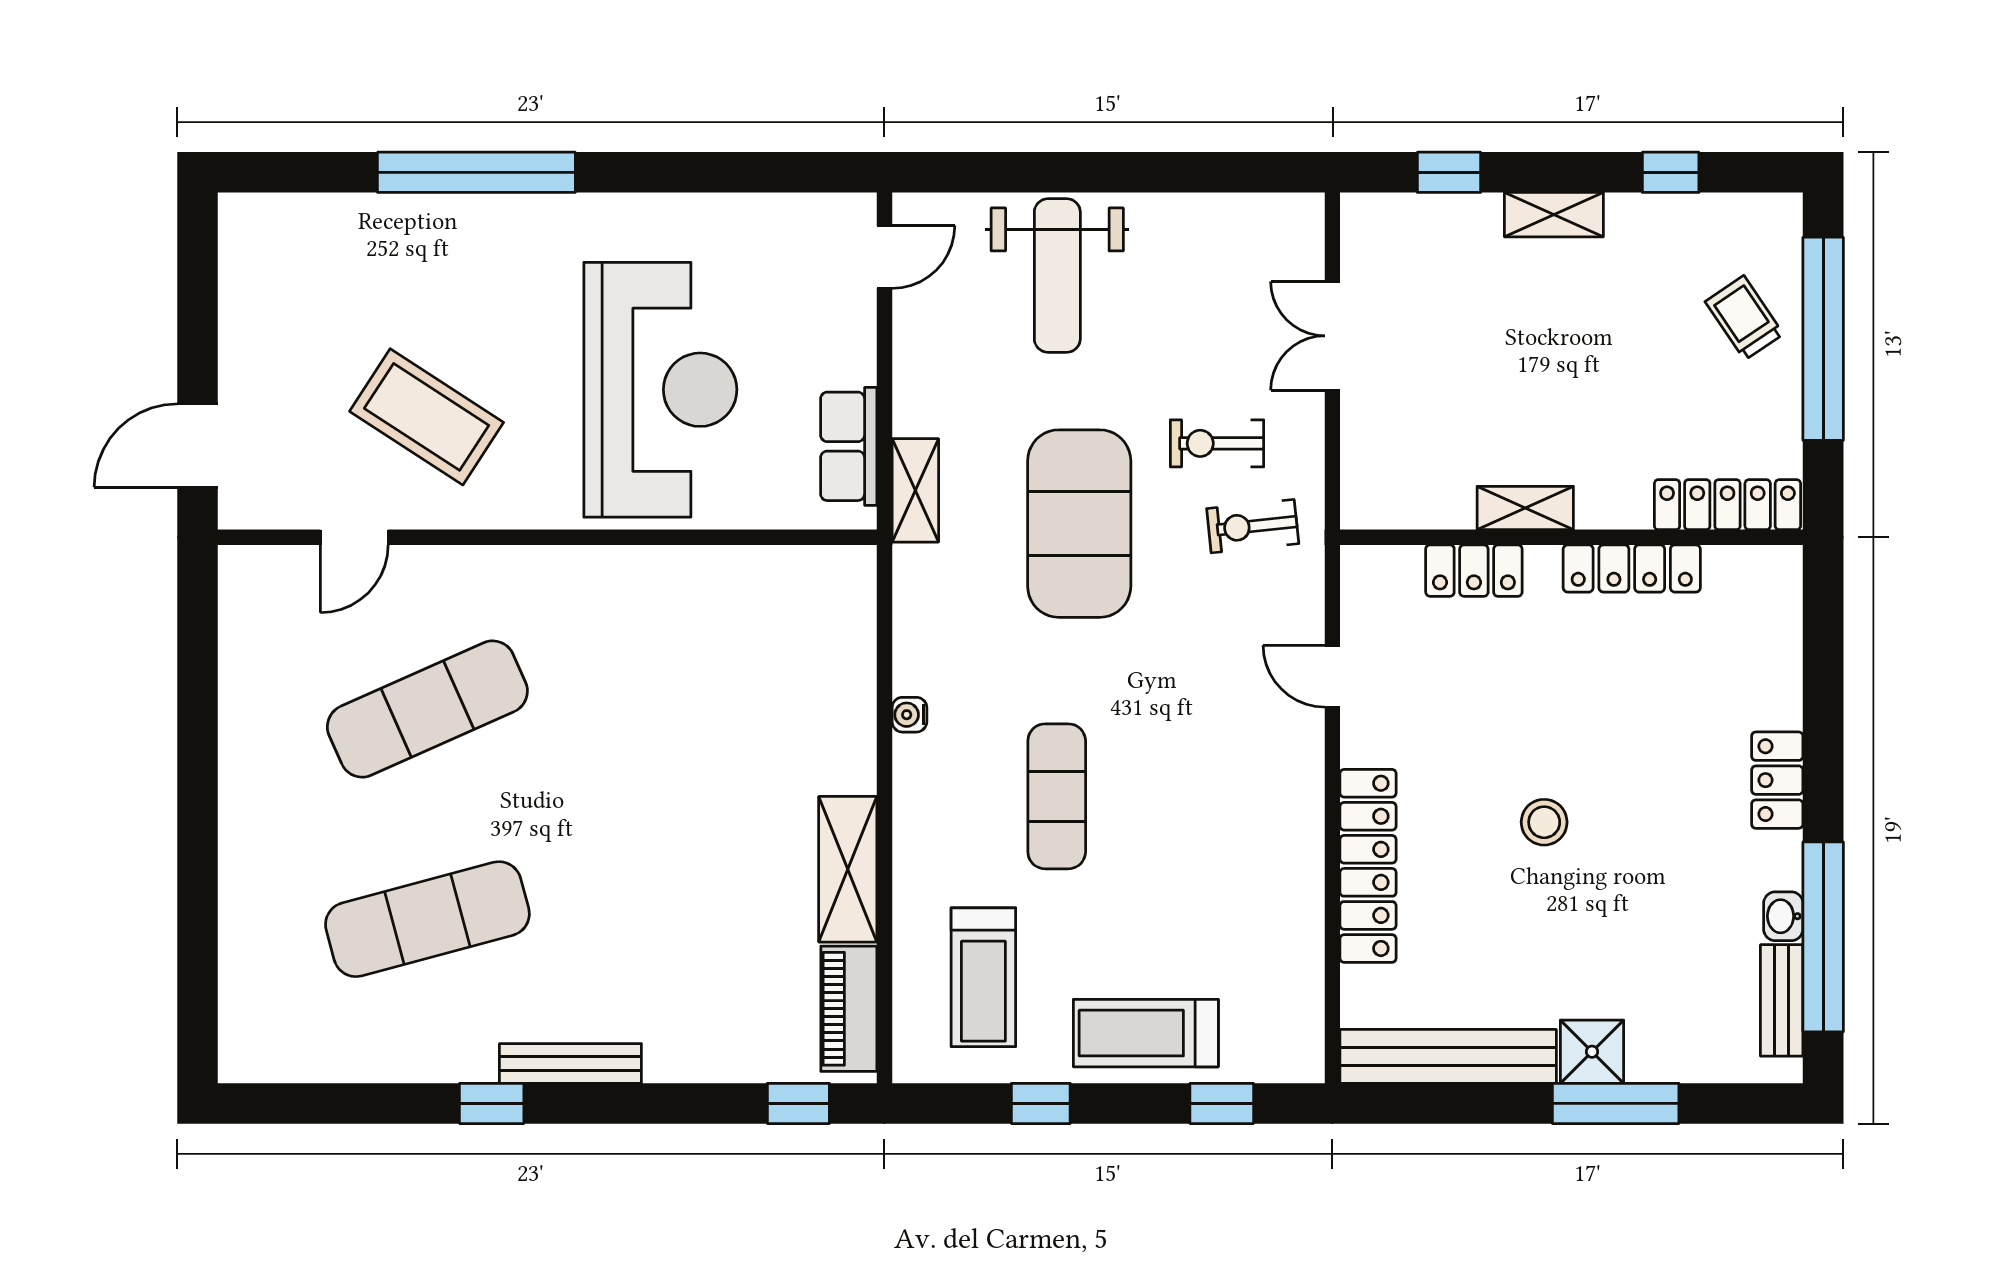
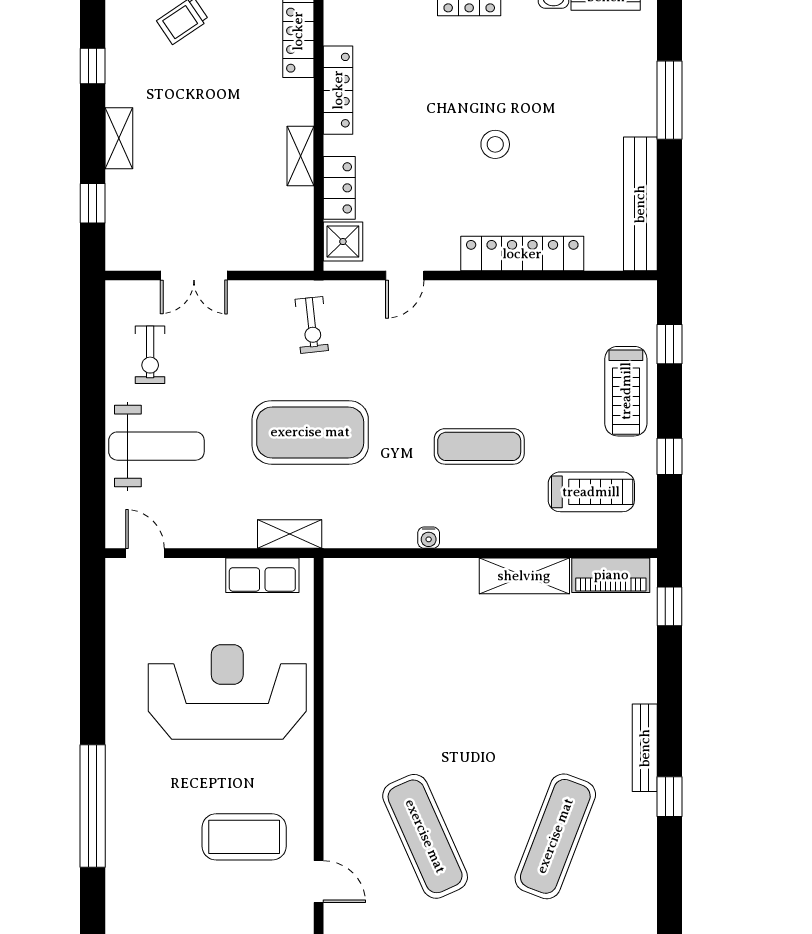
coffee table: (427, 417) -> (244, 837), turned 57
exercise bike: (1217, 443) -> (150, 355), moved
exercise mat: (427, 919) -> (555, 836), turned 36
shower: (1592, 1052) -> (343, 242), moved

